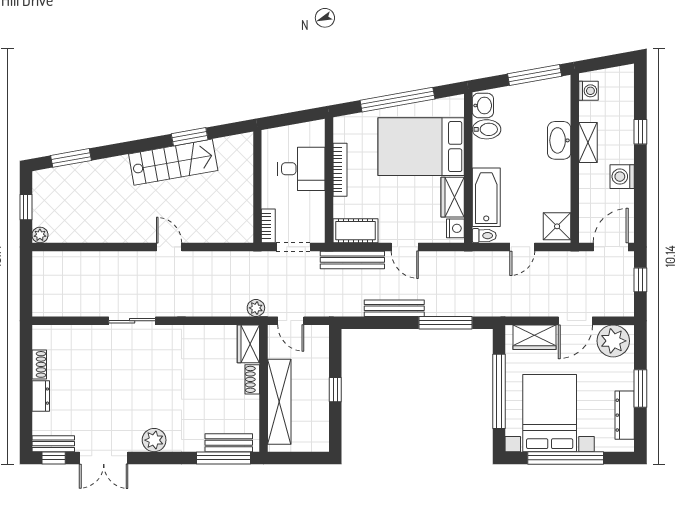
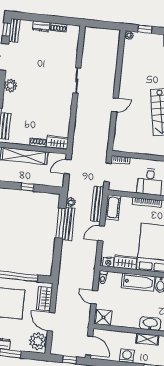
bathtub: (486, 197) -> (138, 282), moved
plant: (256, 308) -> (71, 202), moved
window: (446, 323) -> (60, 223), moved

